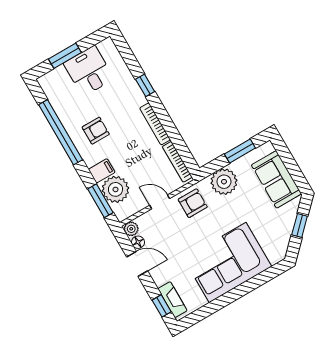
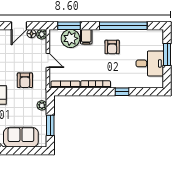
plant: (224, 182) -> (42, 105), width x0.53, depth x0.53
door: (160, 202) -> (48, 60), hinge flipped
armchair: (193, 203) -> (25, 80), moved

